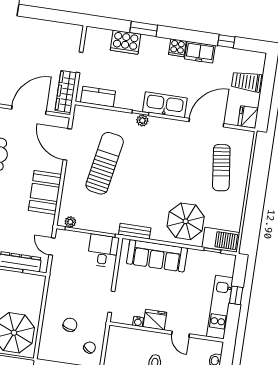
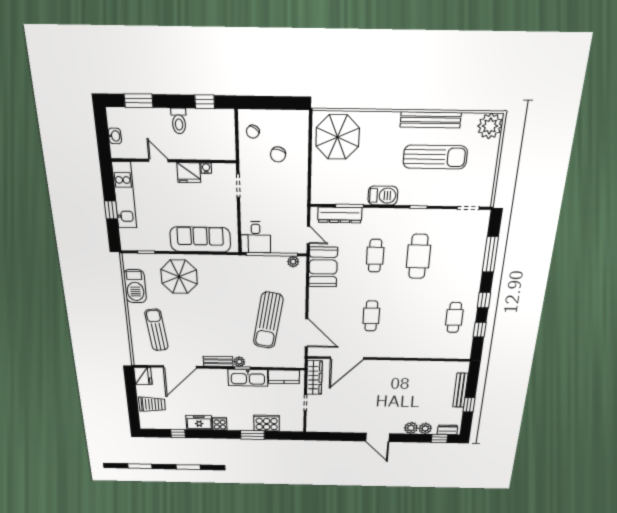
kitchen sink: (165, 105) -> (248, 378), moved
booth: (45, 192) -> (323, 267), moved
bench: (135, 231) -> (218, 361), moved
barbecue: (221, 240) -> (135, 286), moved, turned -90

